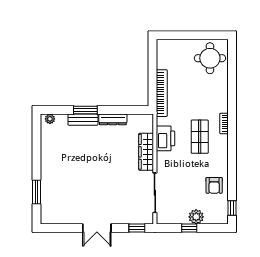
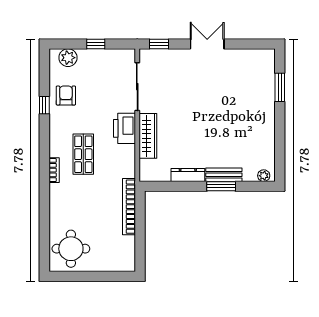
printer: (165, 138) -> (124, 128), moved
window: (232, 208) -> (44, 105), moved
plant: (196, 217) -> (68, 58), moved

